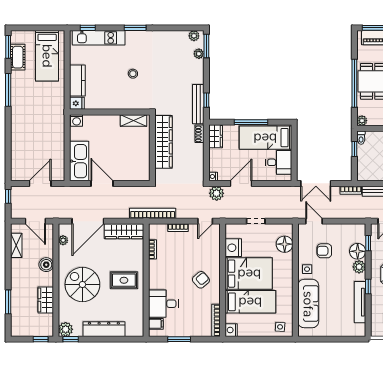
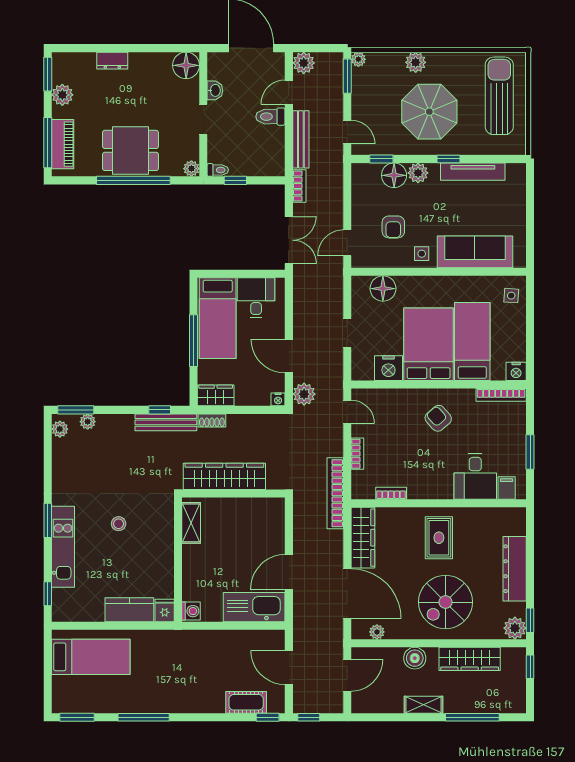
kitchen unit: (99, 38) -> (63, 547), moved
cot: (18, 57) -> (246, 702), moved
window: (8, 170) -> (268, 717), added
shelving: (16, 245) -> (424, 705), moved
wardrobe: (46, 300) -> (470, 659), width x1.50
window: (8, 302) -> (472, 717), width x1.44

